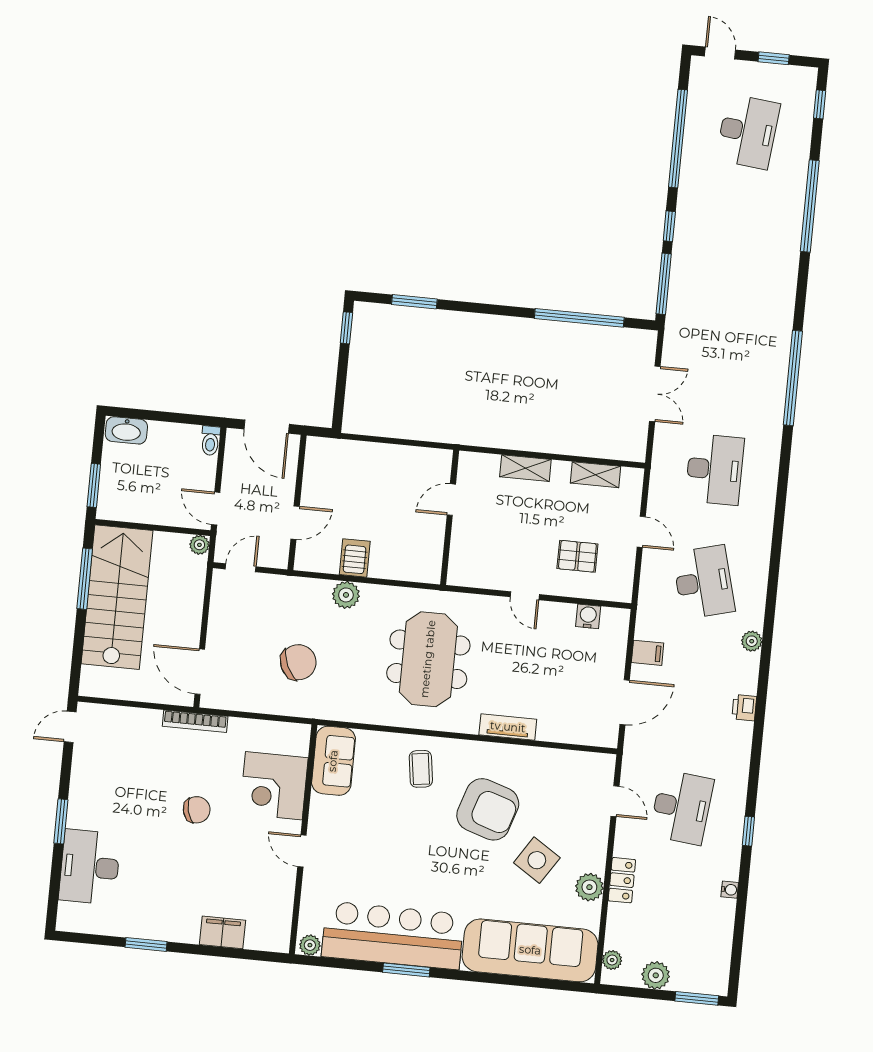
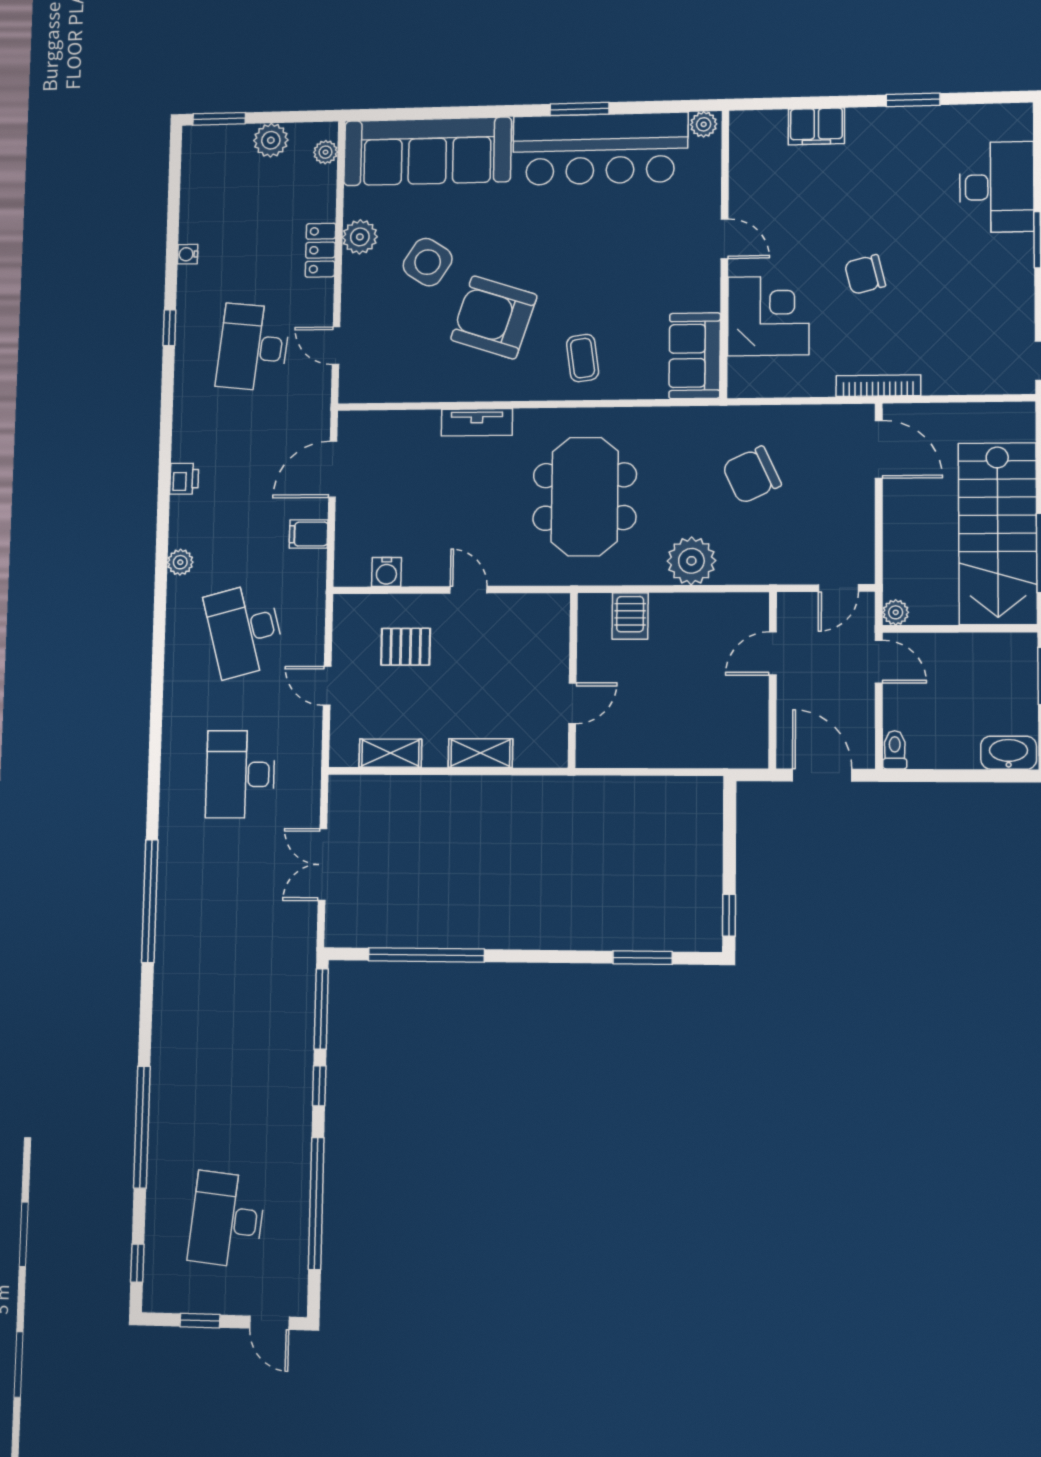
server rack: (355, 558) -> (630, 616), moved
plant: (346, 595) -> (691, 561), width x1.36, depth x1.36

